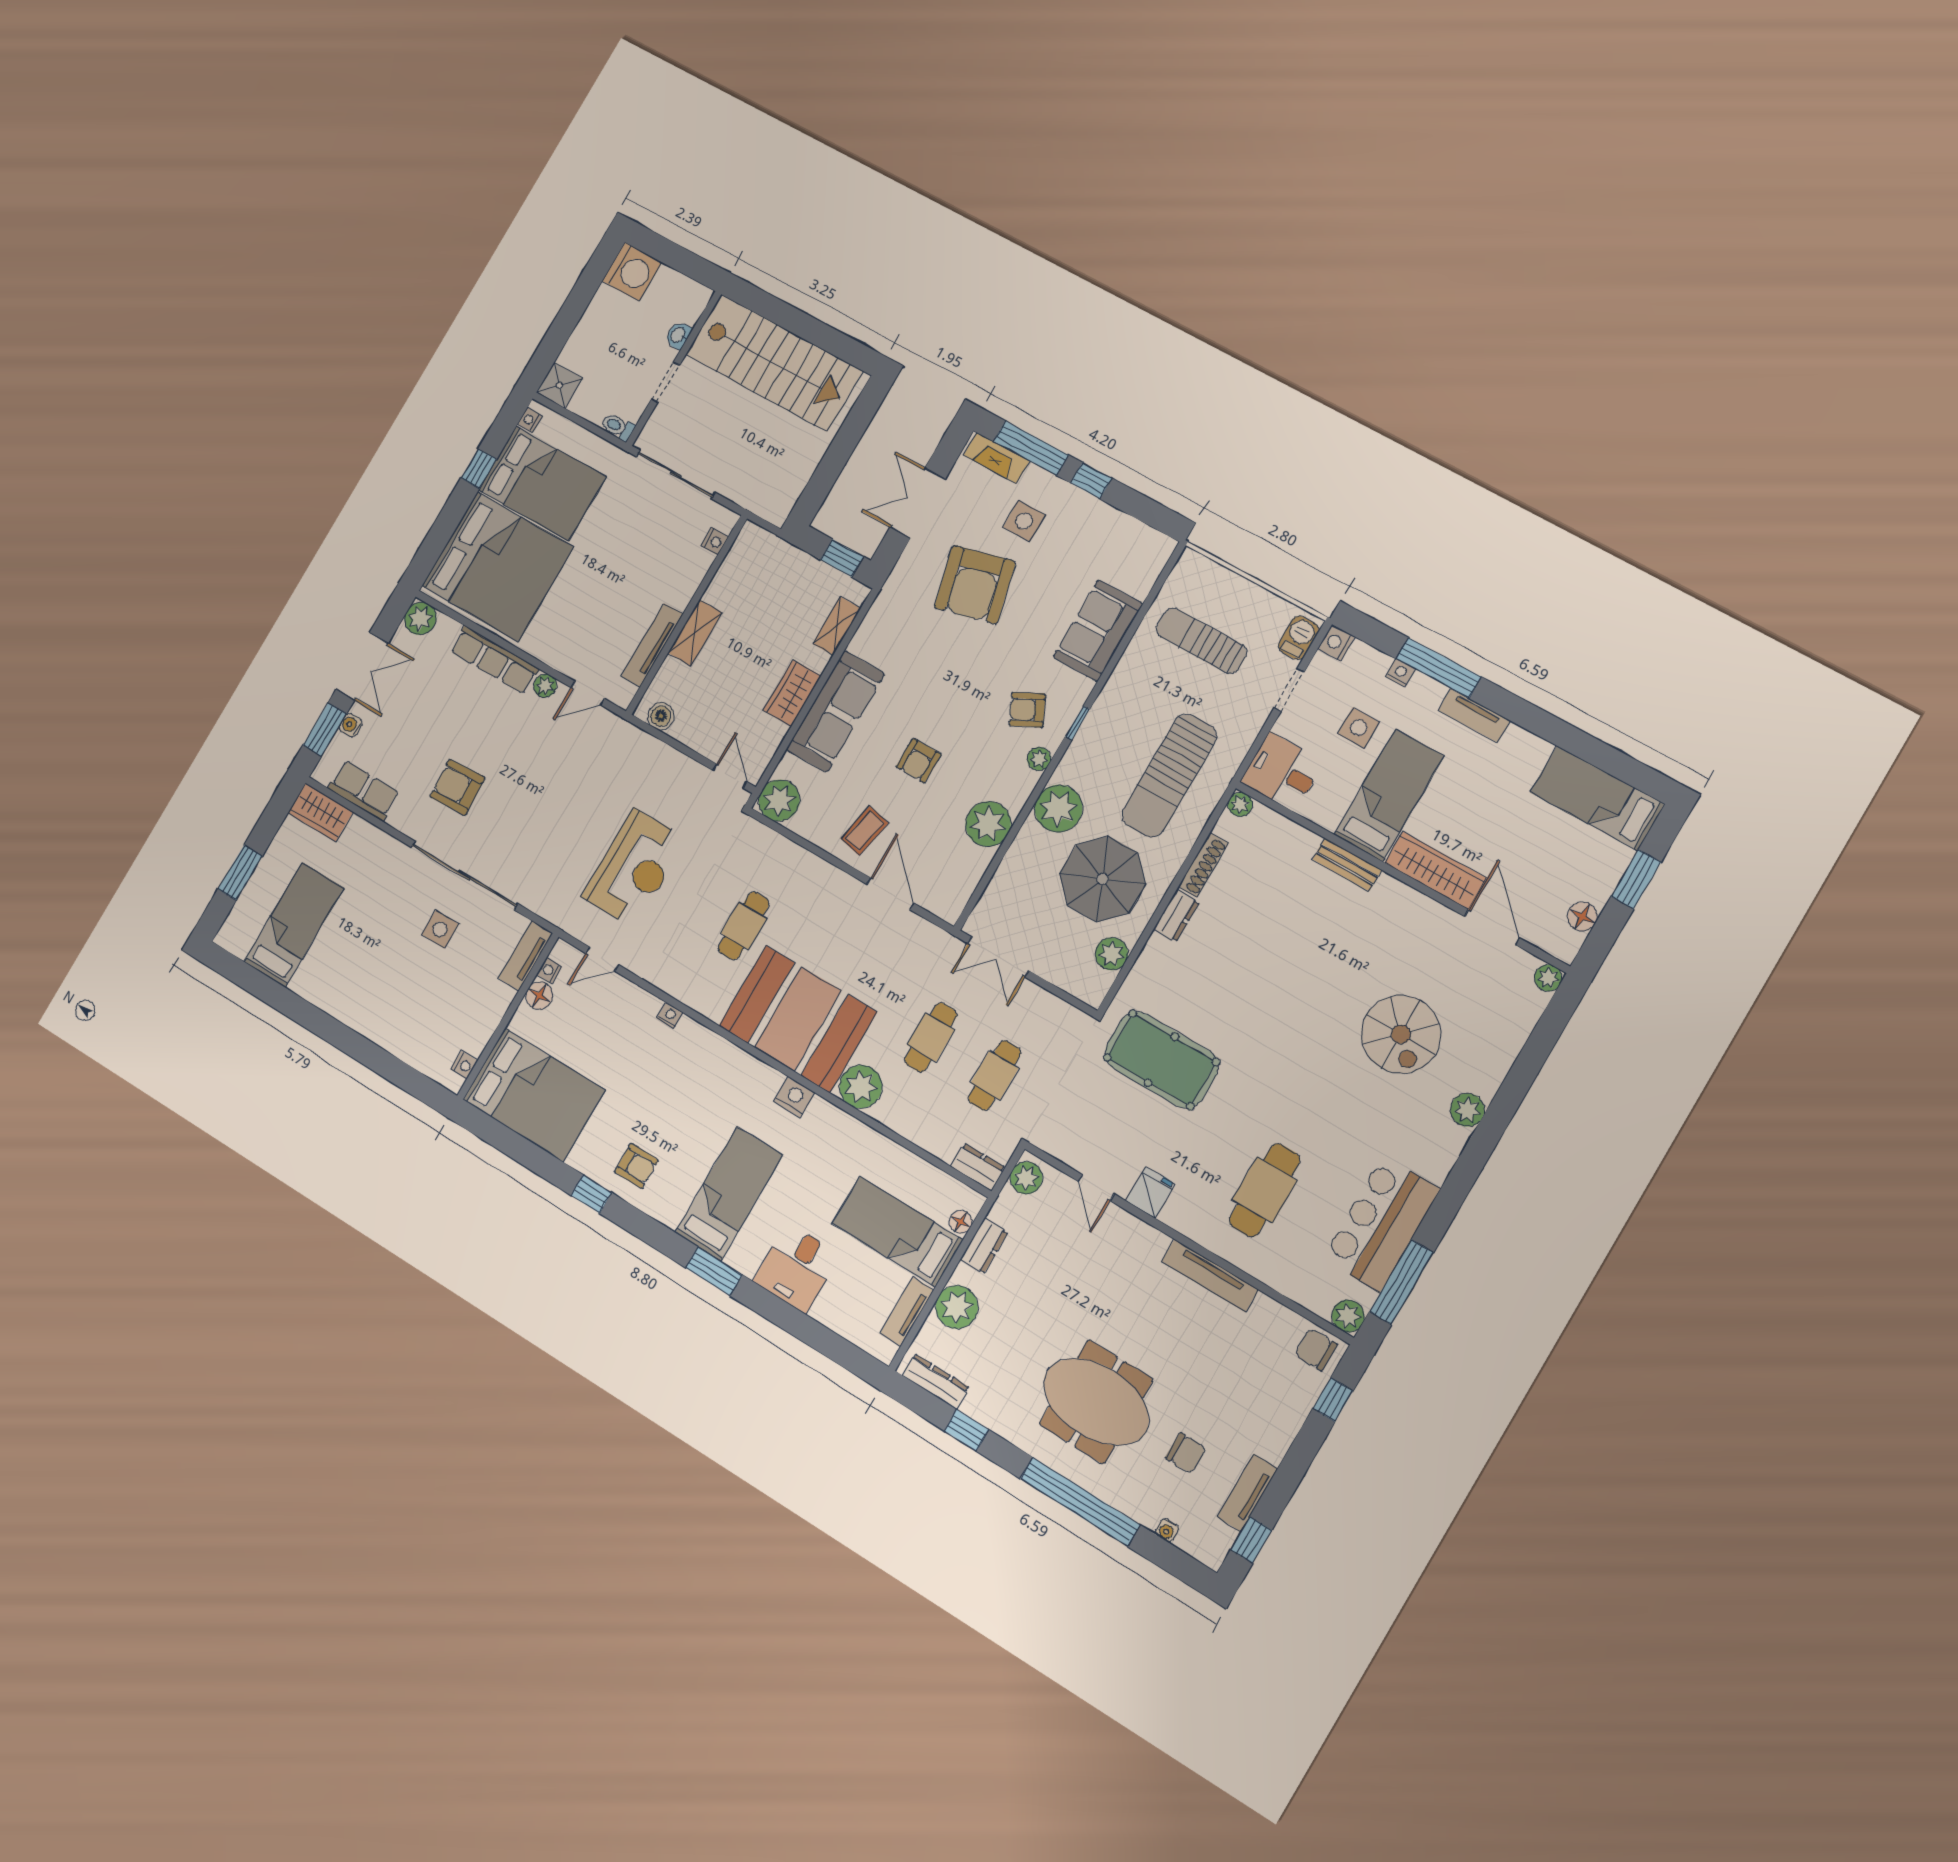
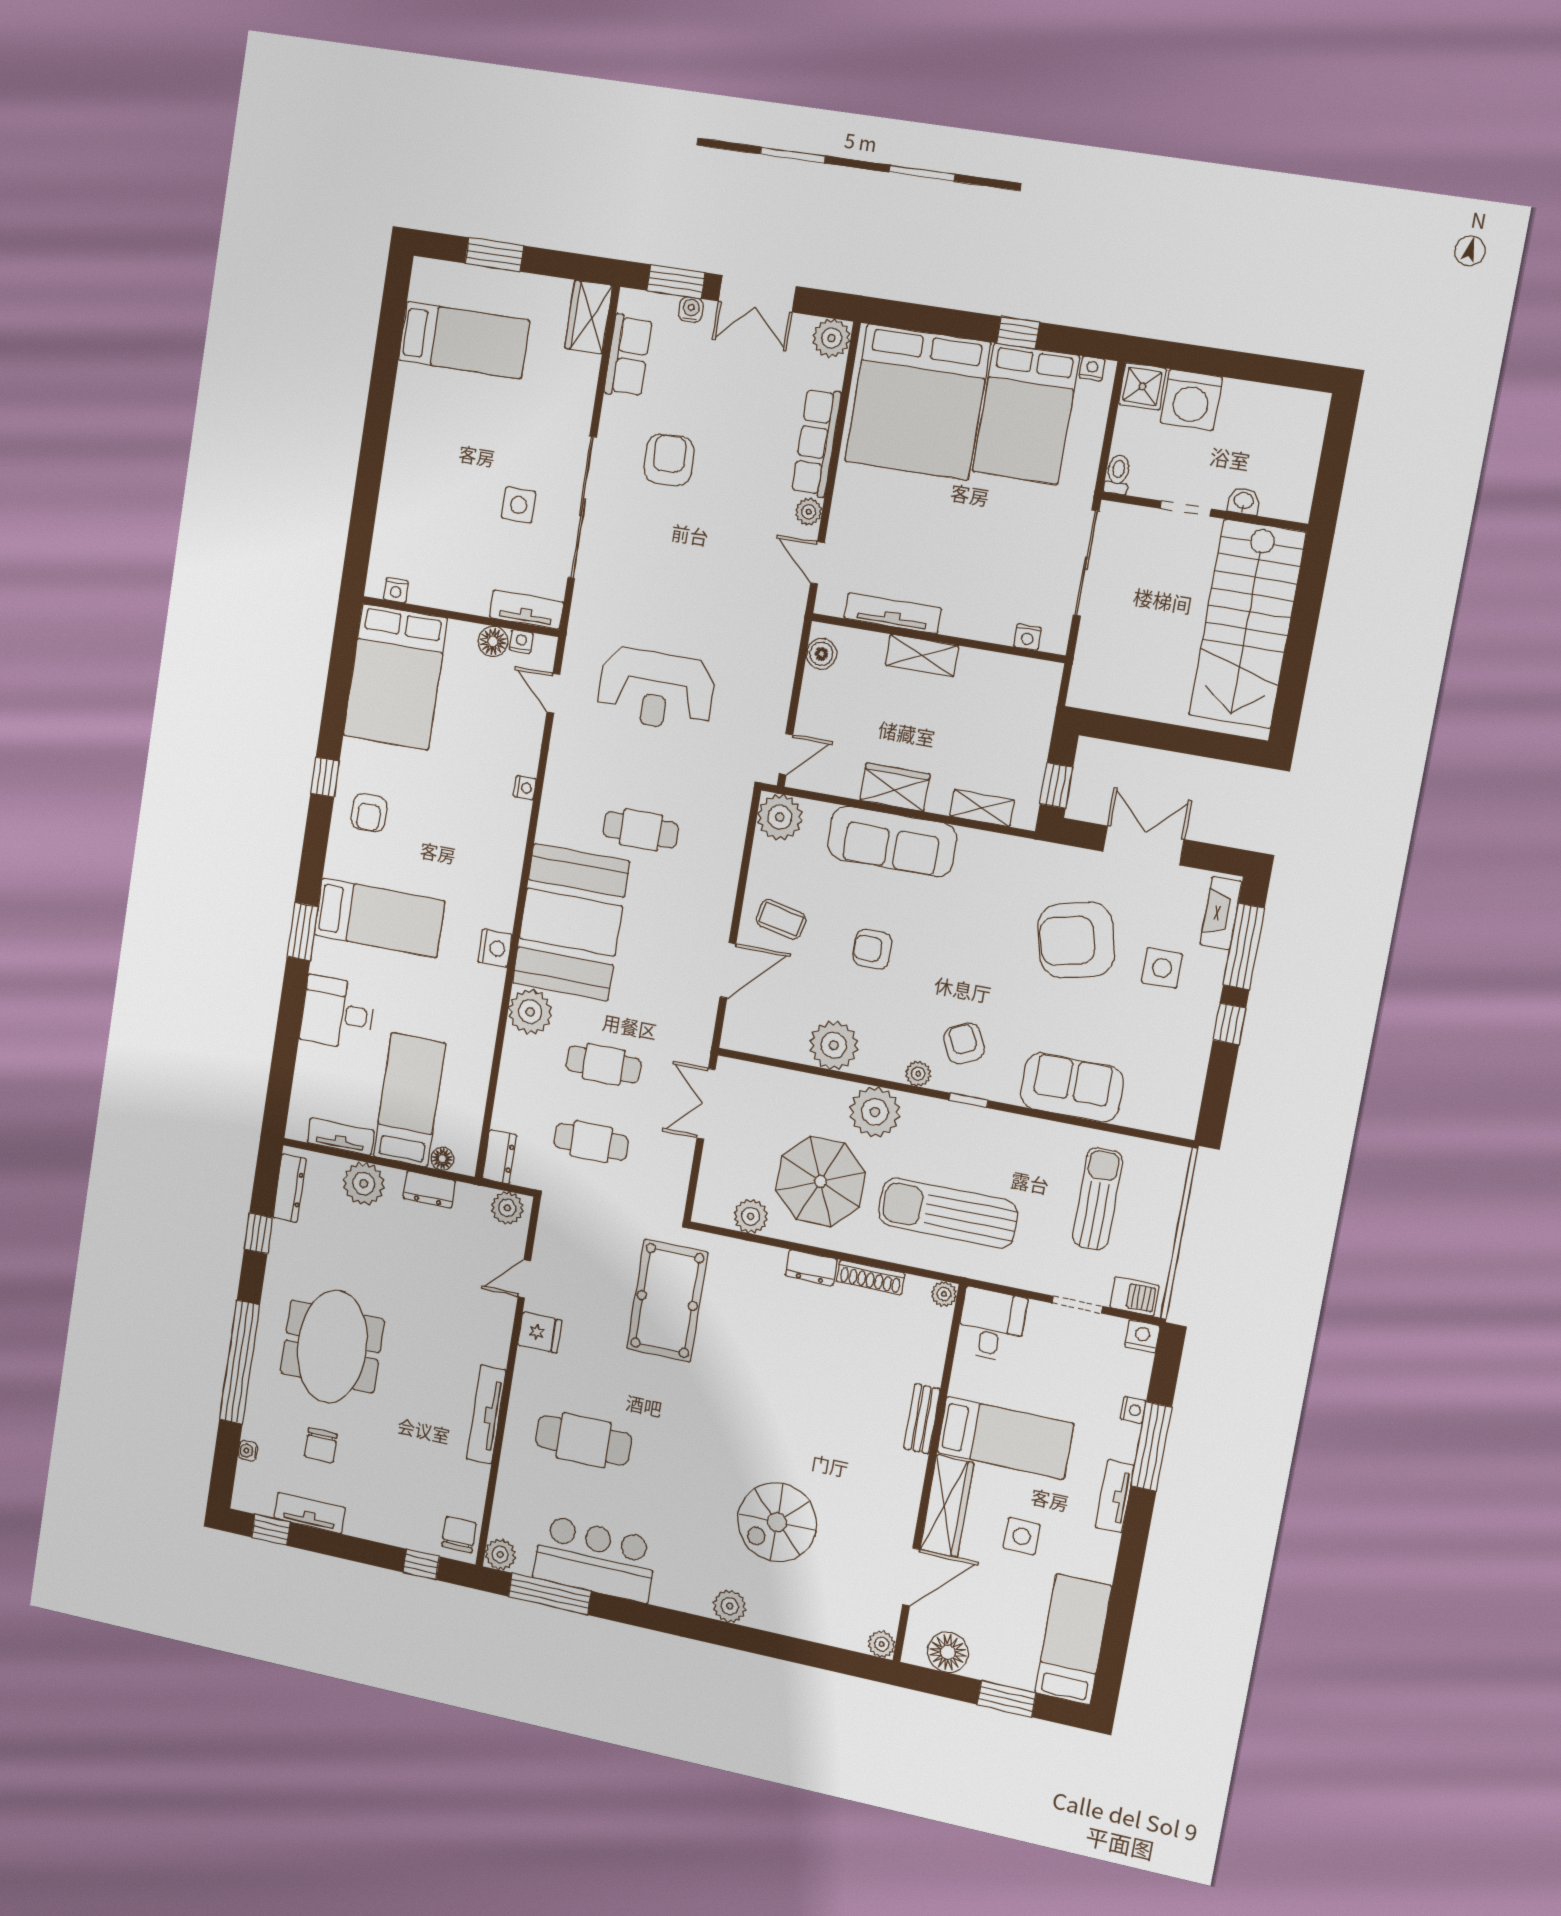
washing machine: (632, 272) -> (1191, 400), moved
side table: (1359, 728) -> (1022, 1536), moved
floor lamp: (1582, 917) -> (948, 1652), width x1.38, depth x1.38

